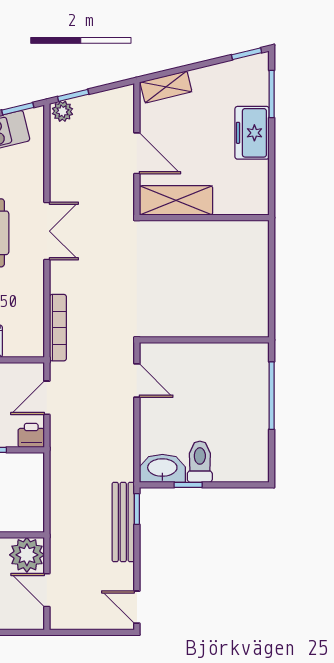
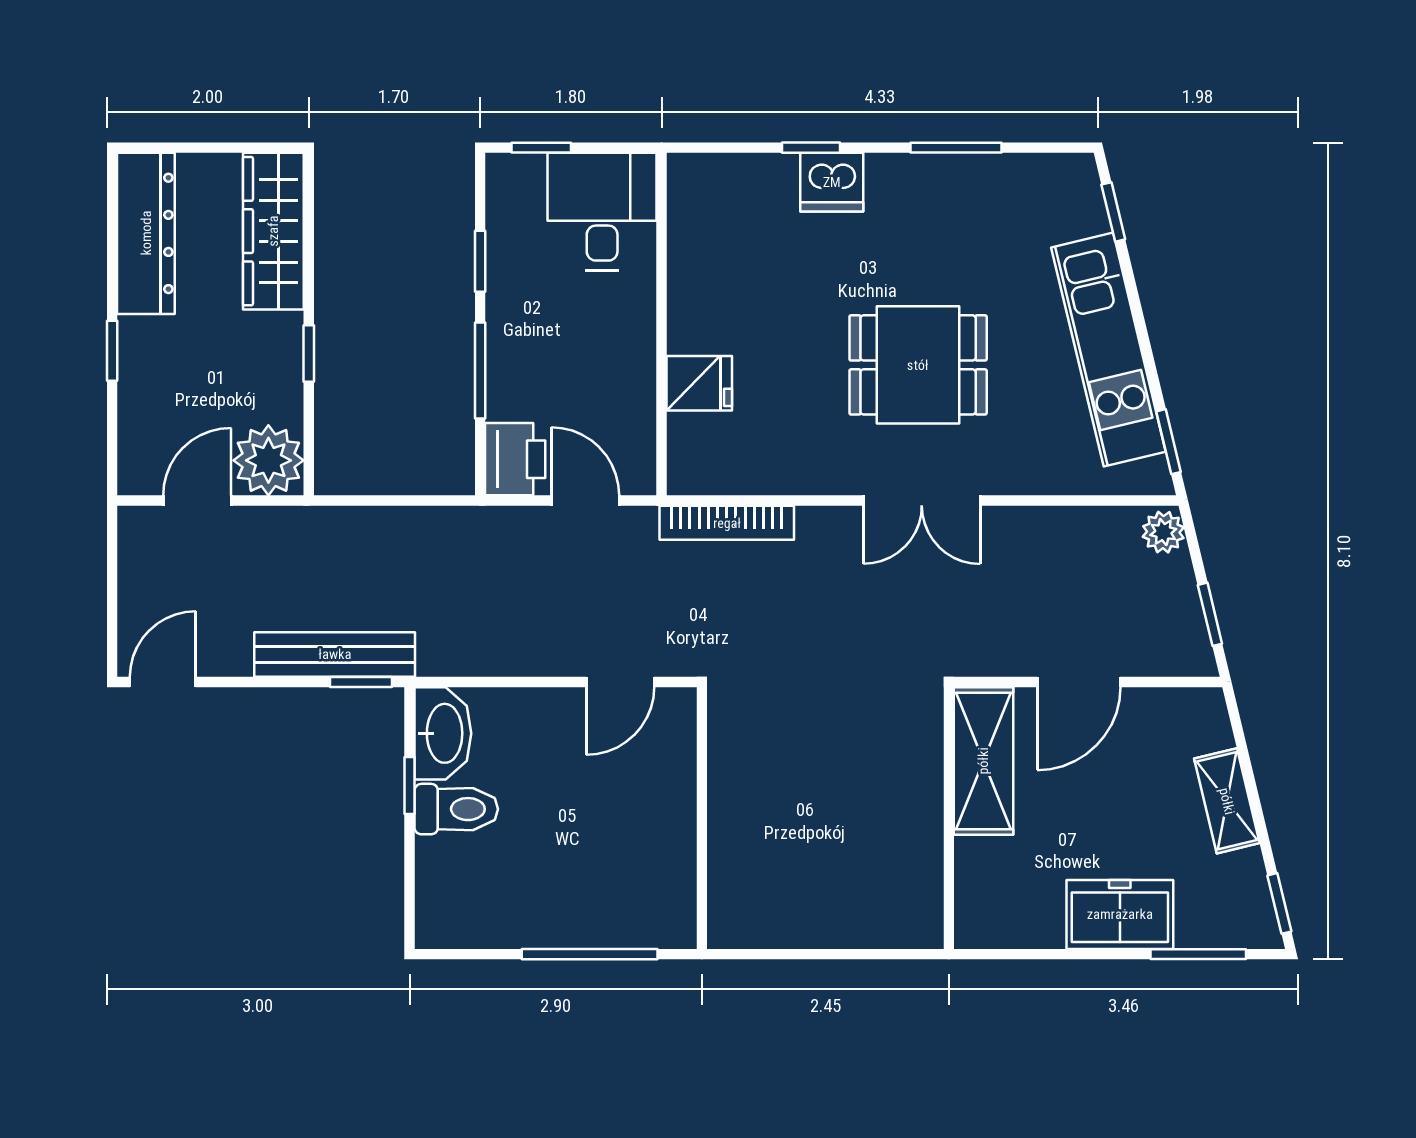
shelving: (166, 87) -> (1227, 801), moved
window: (73, 95) -> (1210, 614), moved
printer: (31, 435) -> (515, 459), width x1.36, depth x1.24

